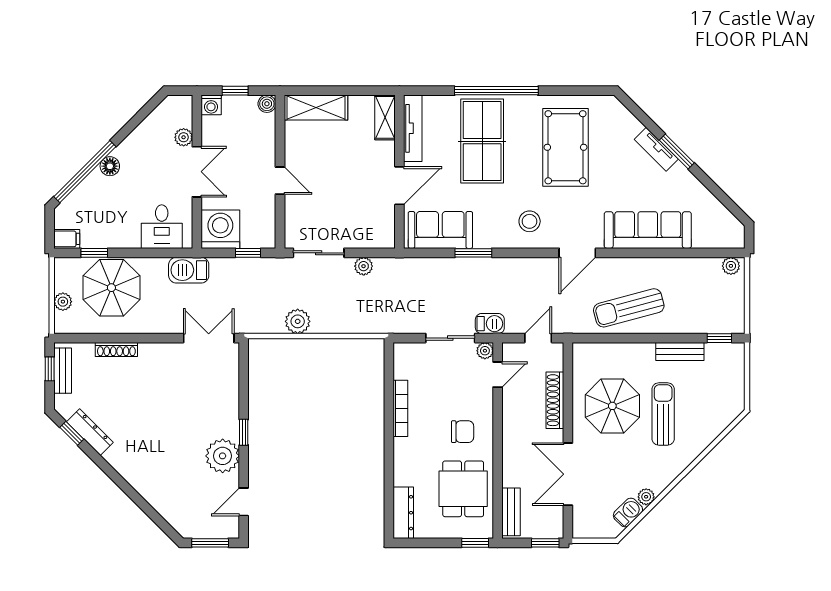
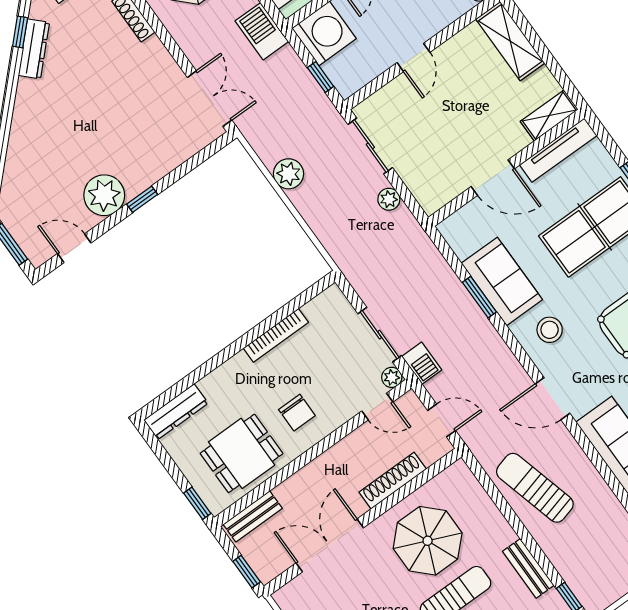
sofa: (440, 230) -> (502, 281), moved

